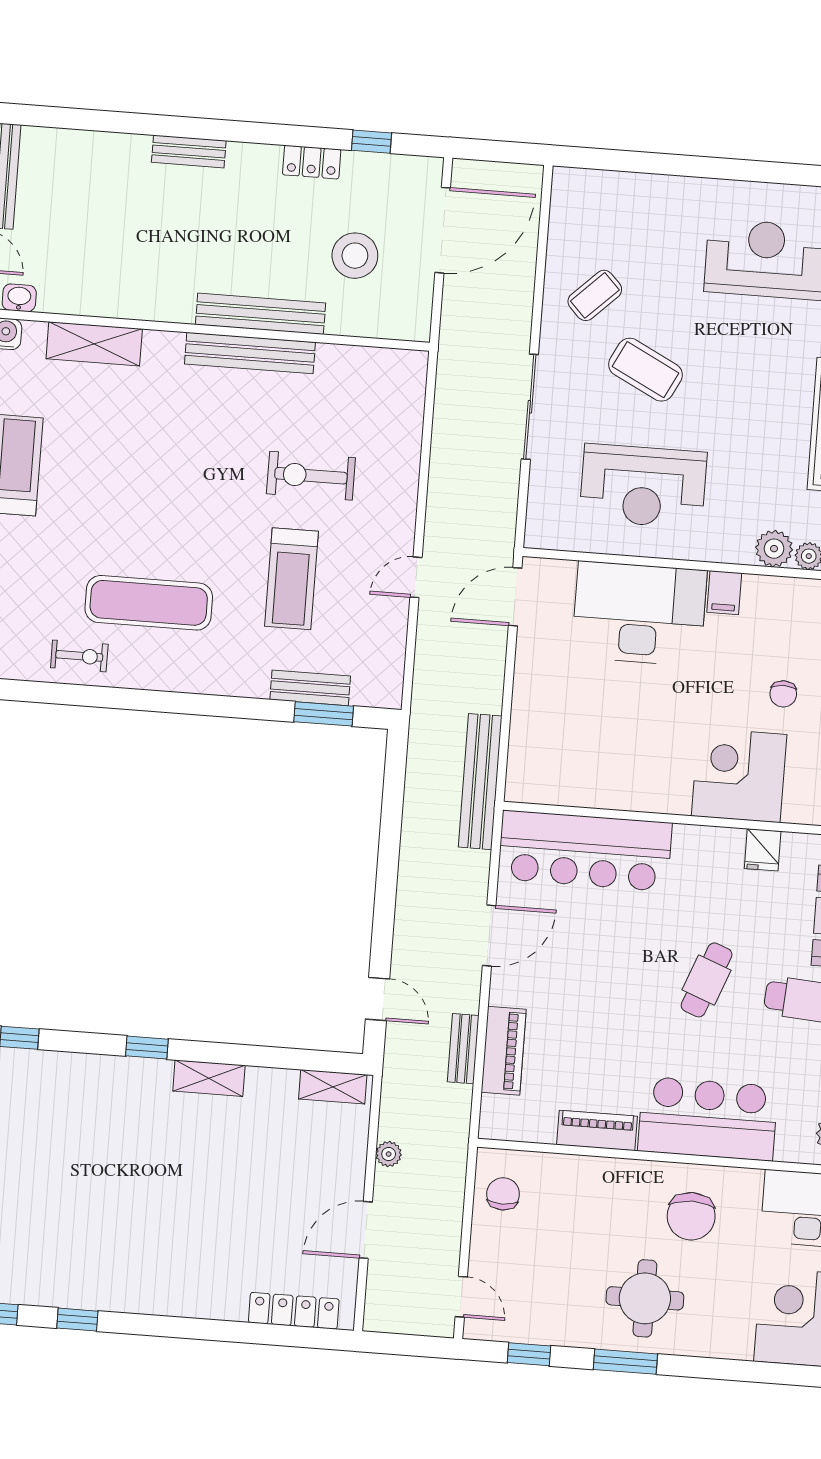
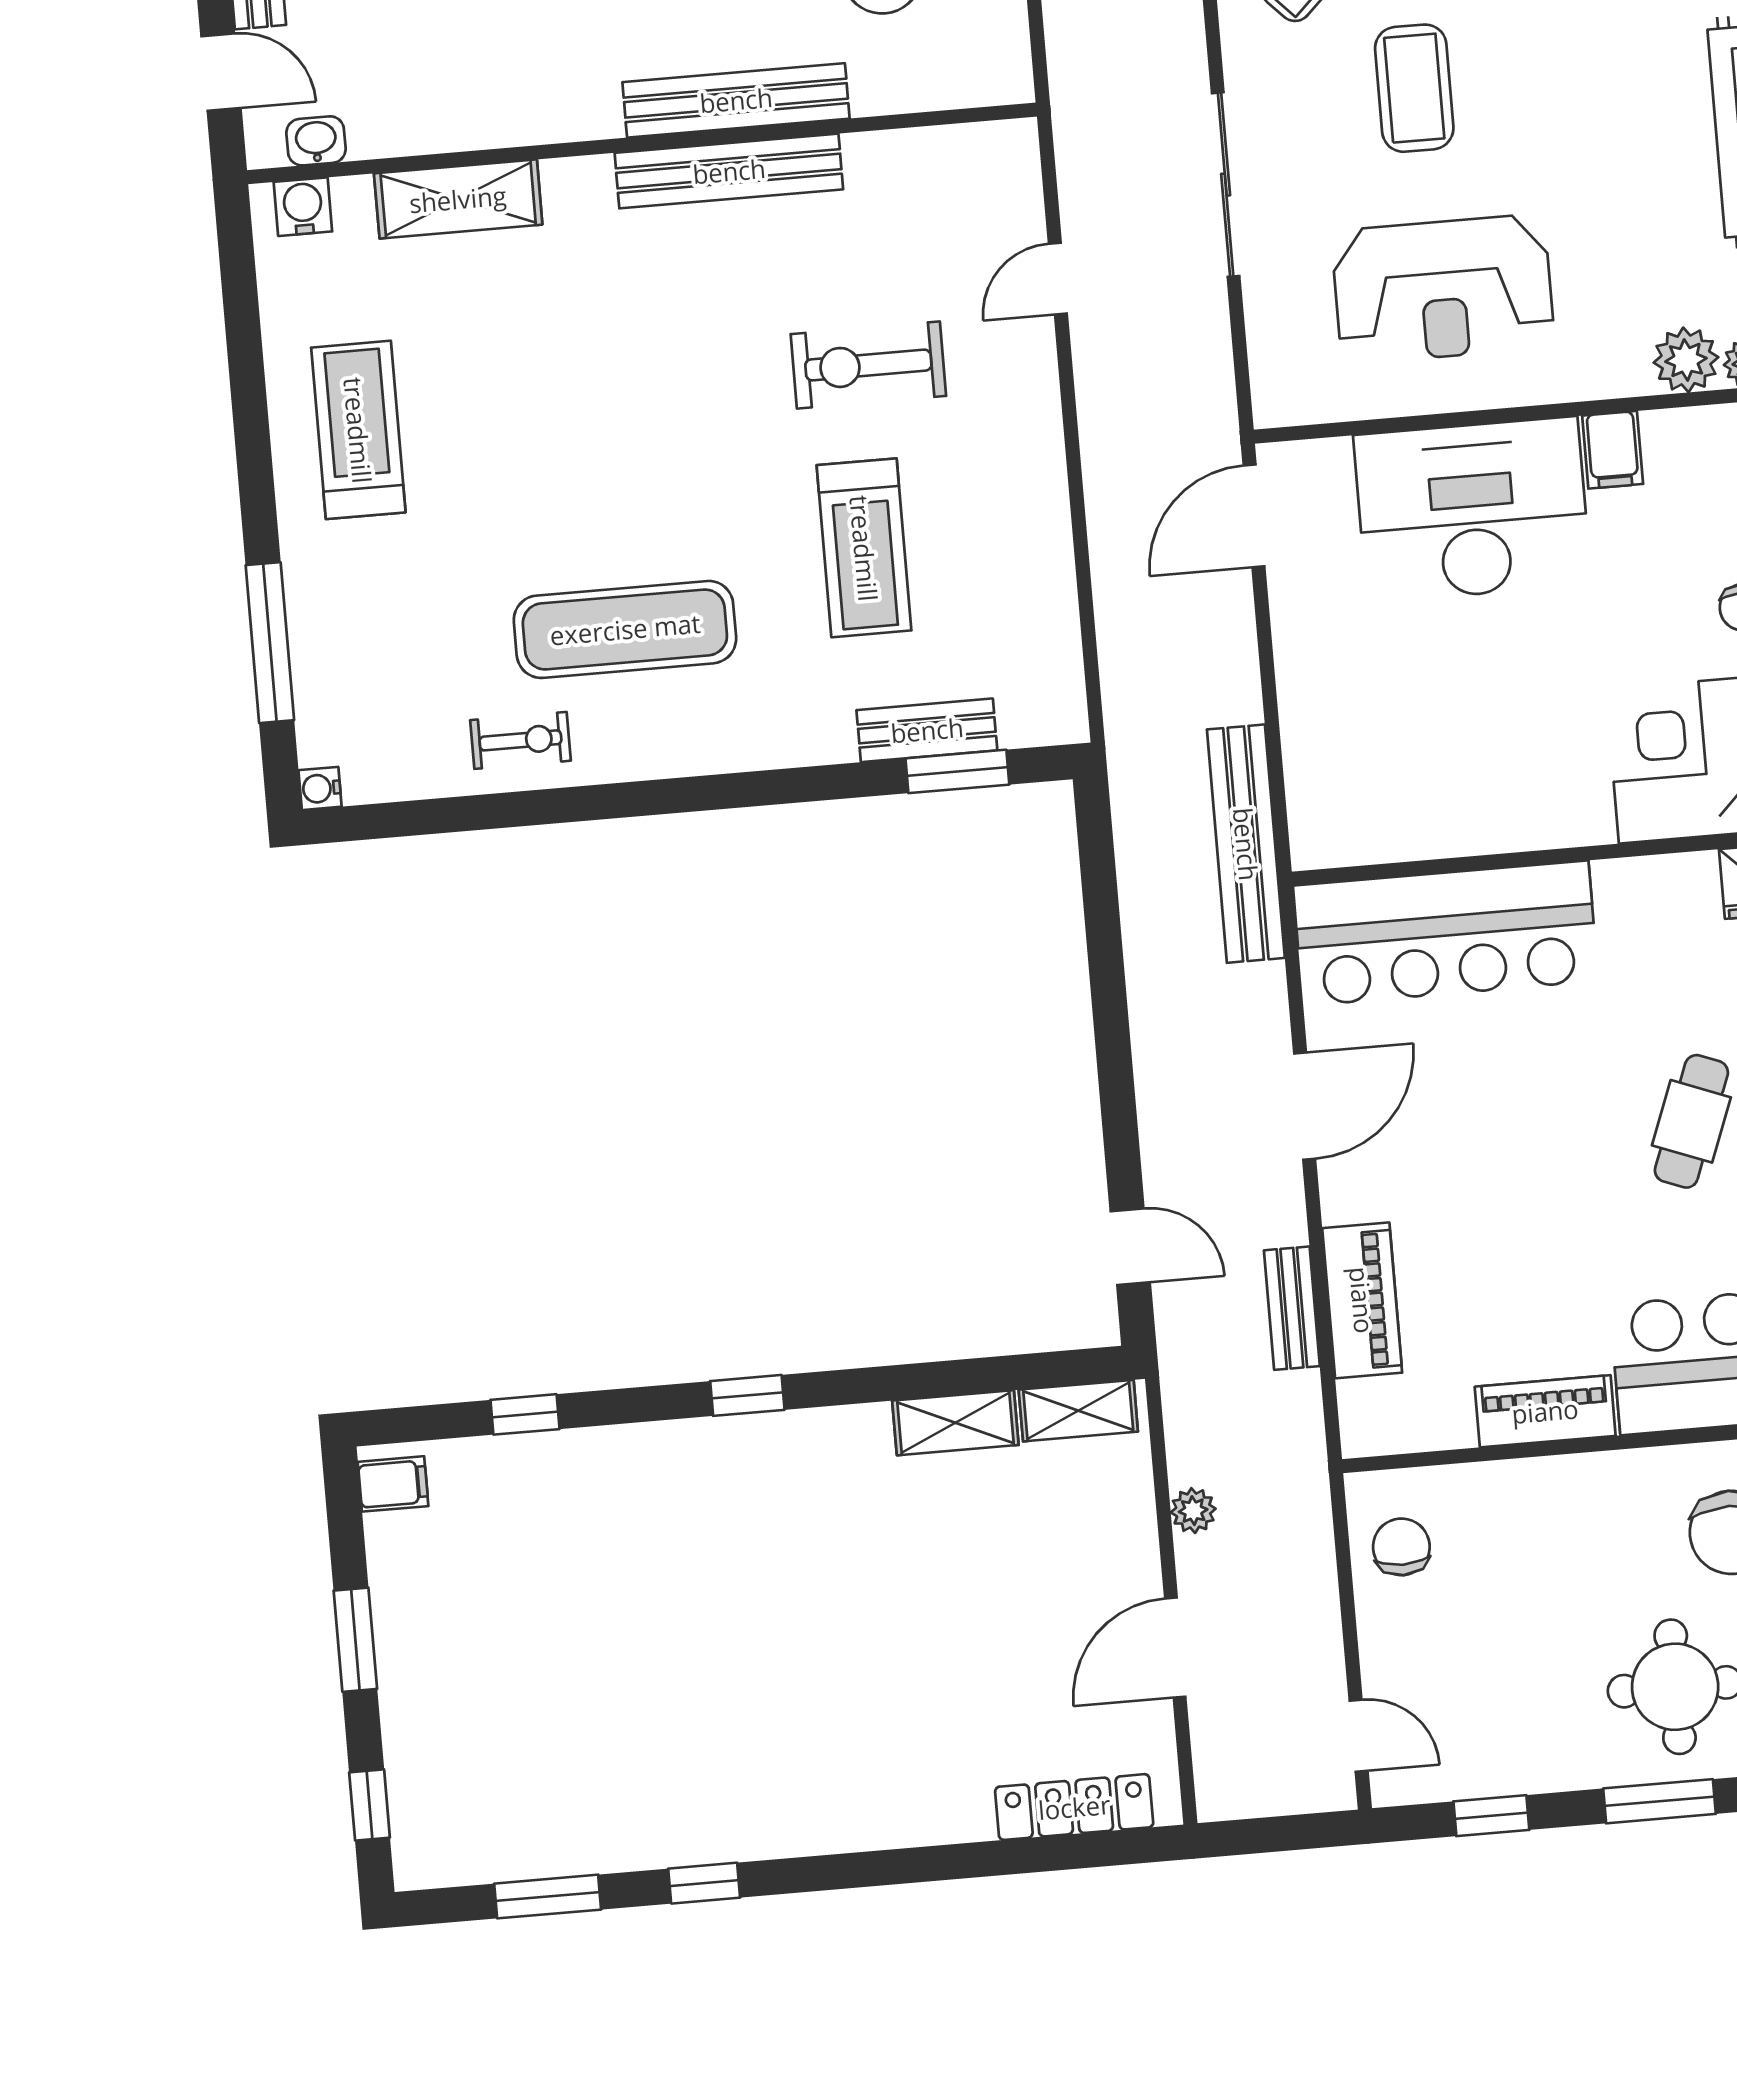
coffee table: (645, 370) -> (1414, 88), turned 63
door: (416, 577) -> (1058, 279), moved
shelving: (209, 1078) -> (955, 1423), moved

